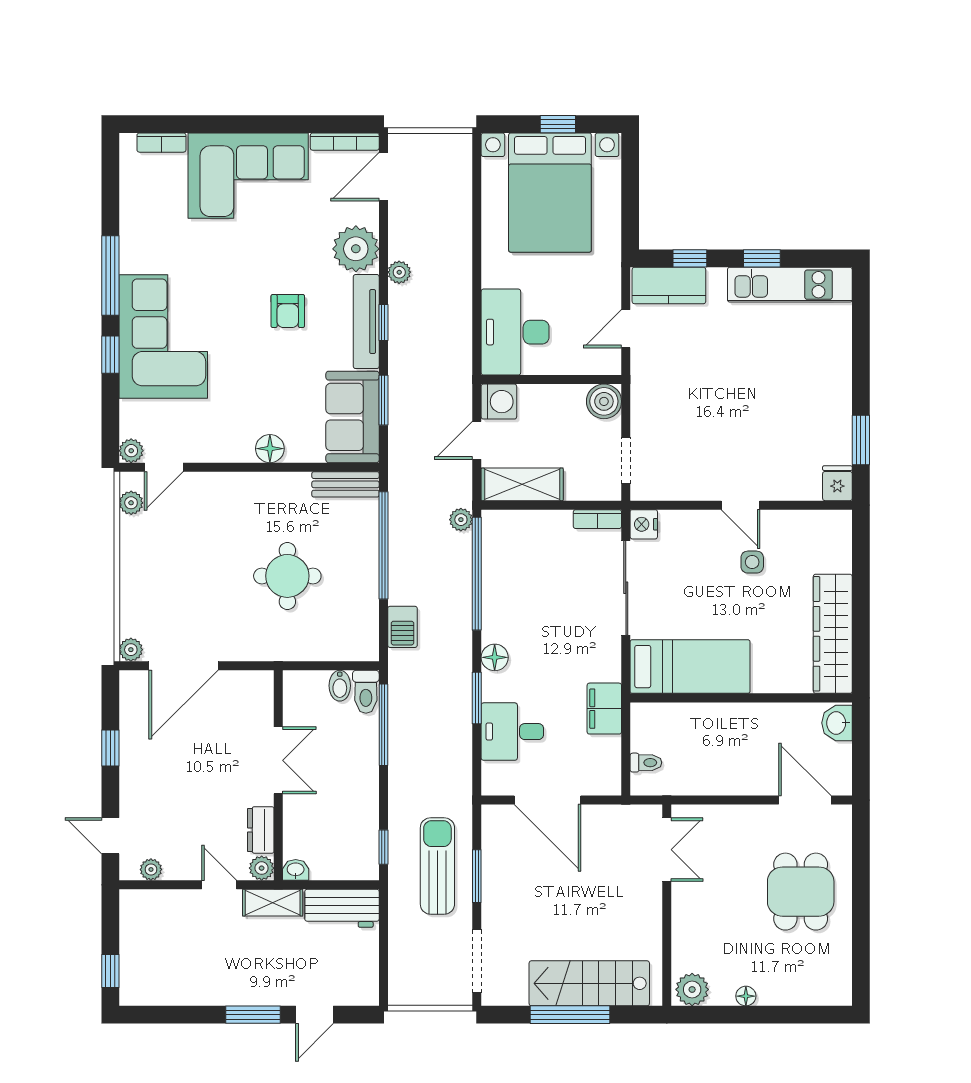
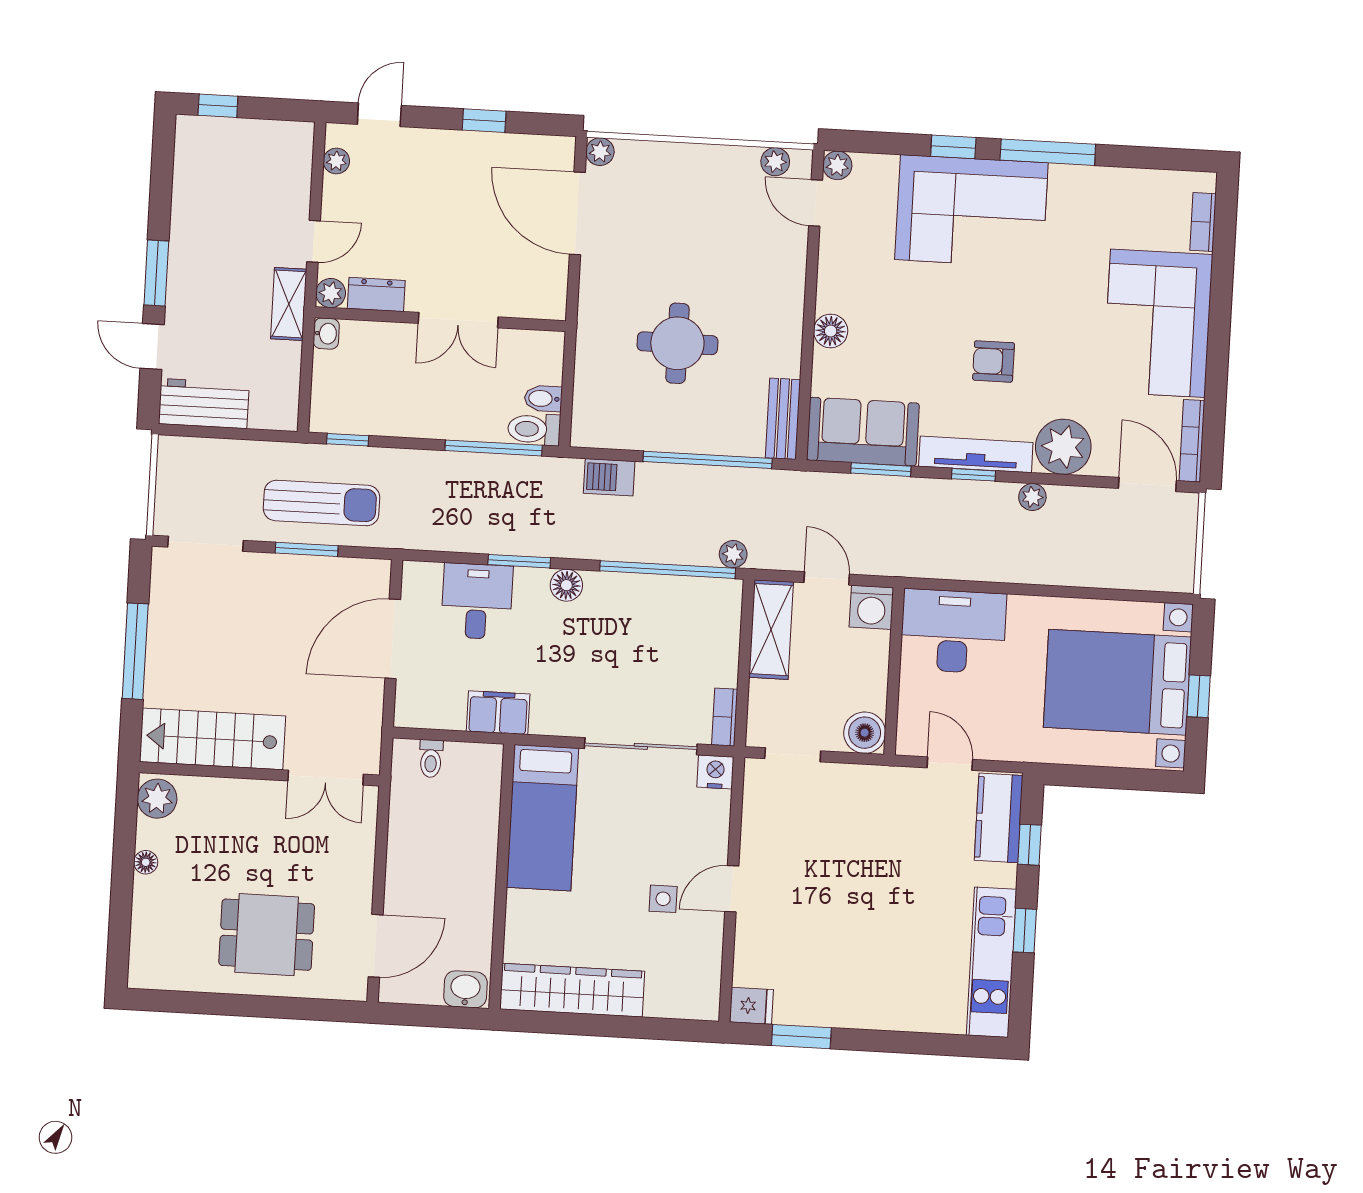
workbench: (342, 908) -> (204, 404), moved, turned 90
stairs: (589, 983) -> (213, 739), moved, turned -90

